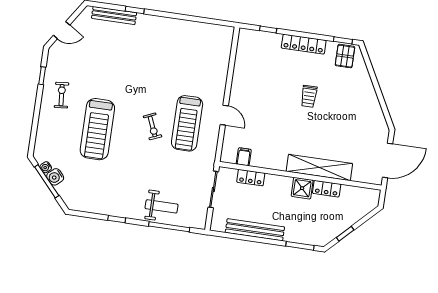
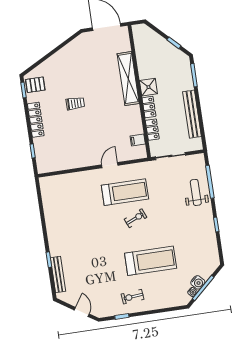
locker: (327, 189) -> (149, 107), moved

